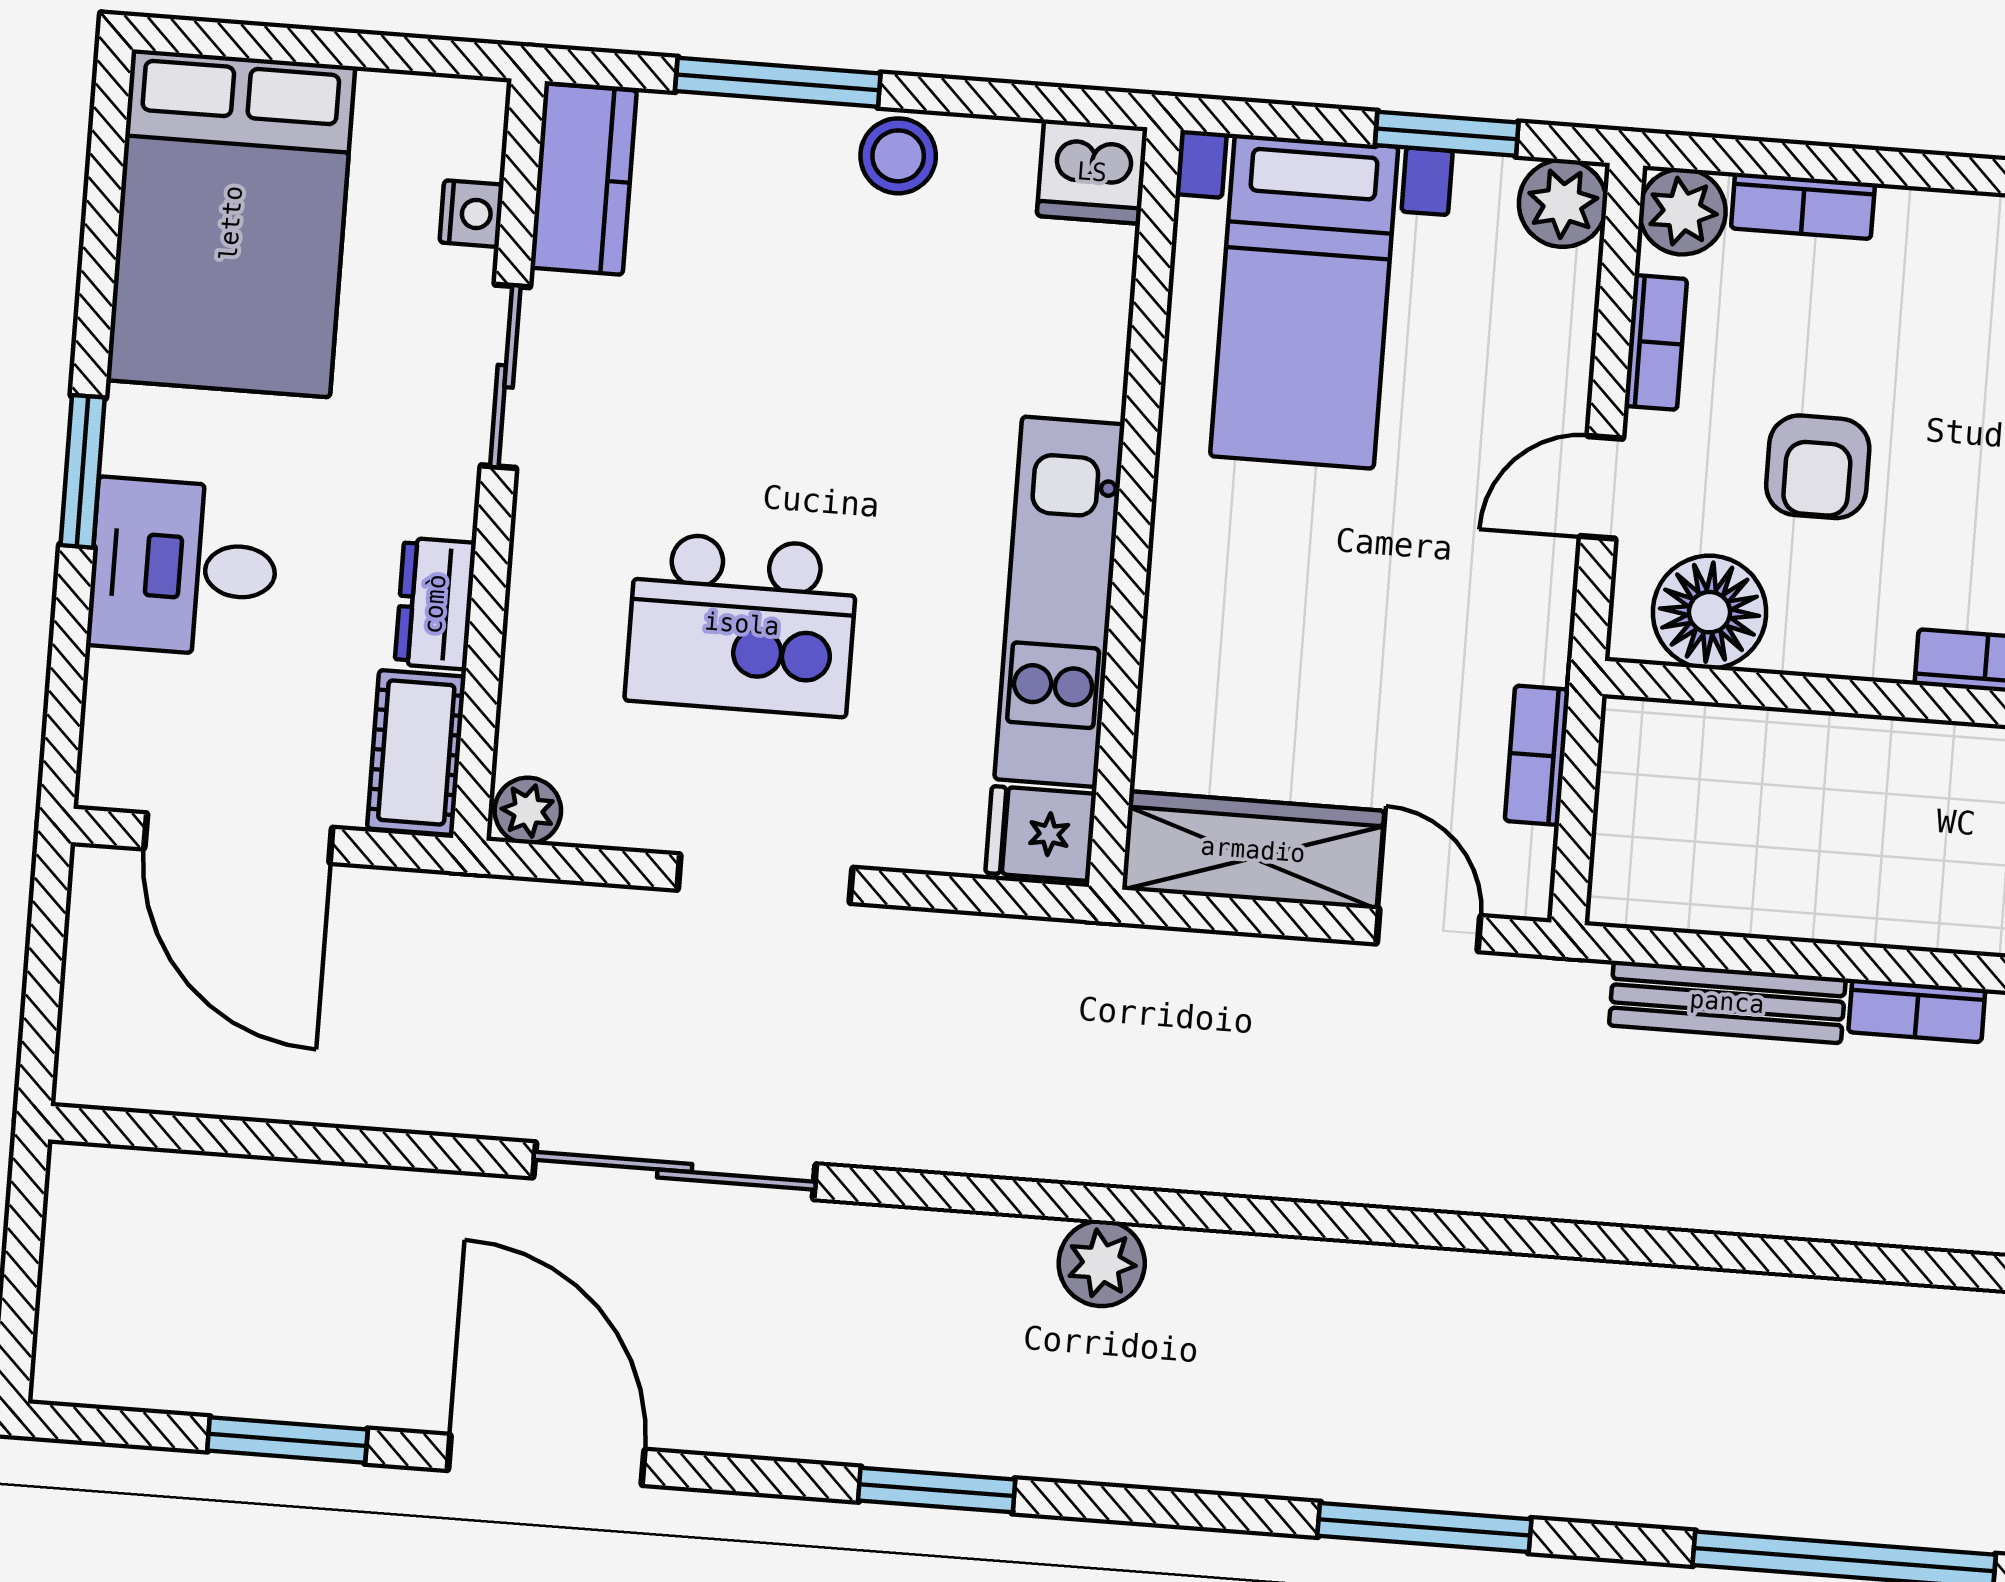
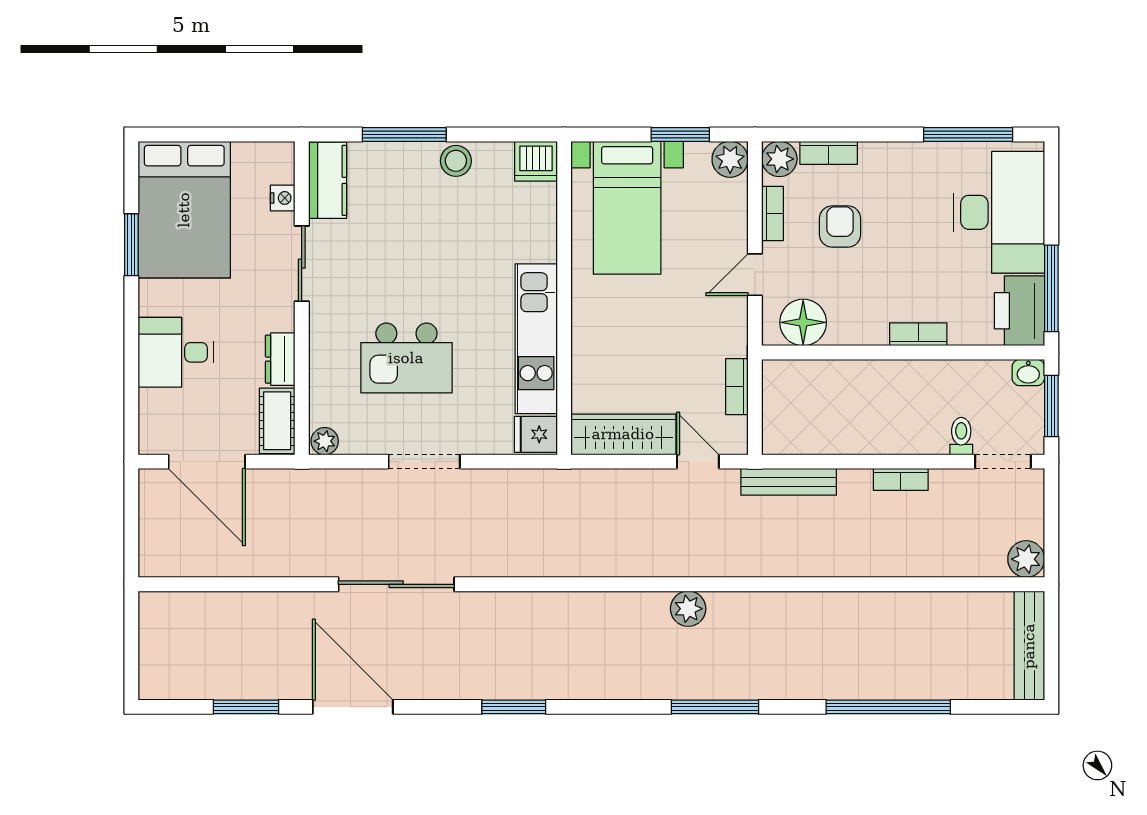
armchair: (1818, 467) -> (840, 227), moved, turned 180
window: (83, 471) -> (131, 245), moved
bench: (1727, 1002) -> (789, 482), moved
plant: (1102, 1263) -> (688, 609), moved

